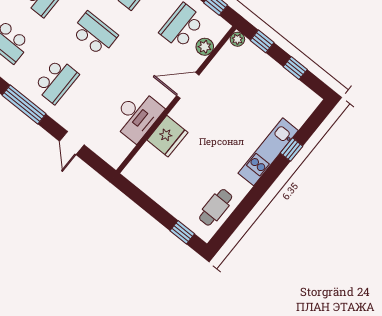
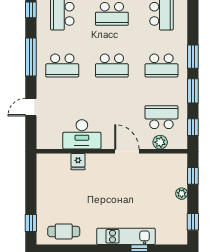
school desk: (94, 34) -> (112, 66), turned 90
plant: (237, 39) -> (182, 194), moved
window: (295, 68) -> (193, 222), moved
fridge: (167, 136) -> (78, 162), width x0.53, depth x0.75

